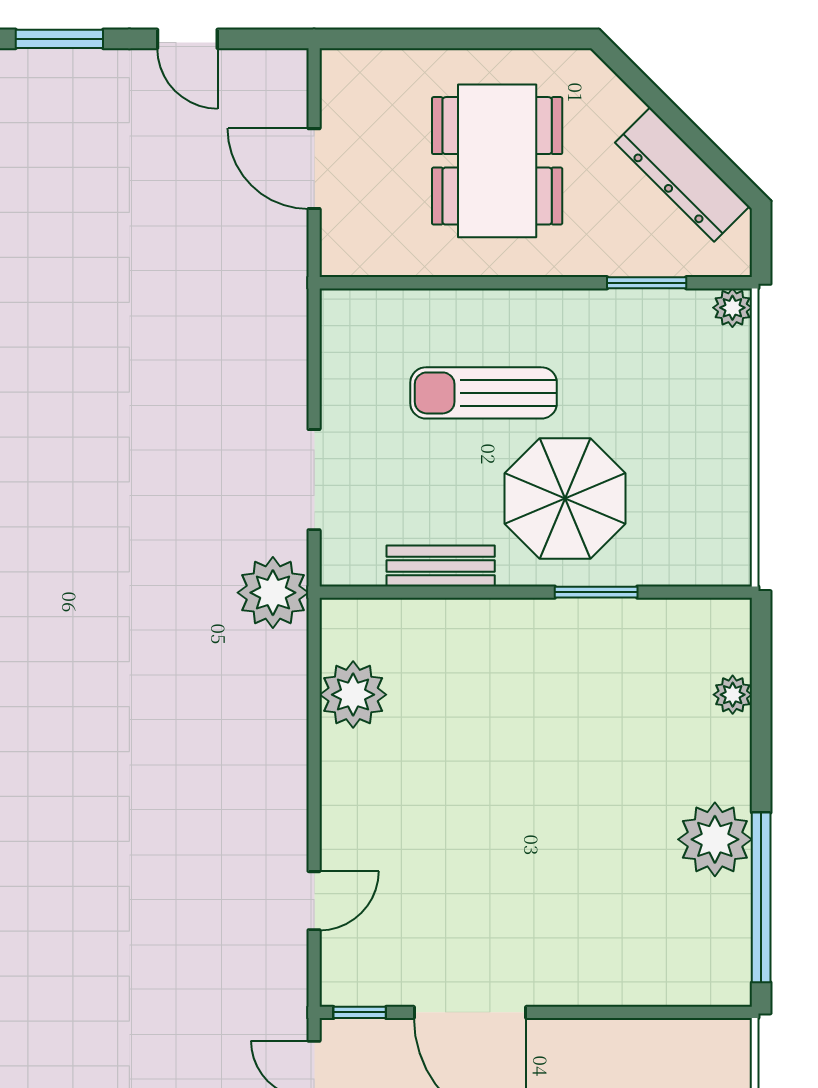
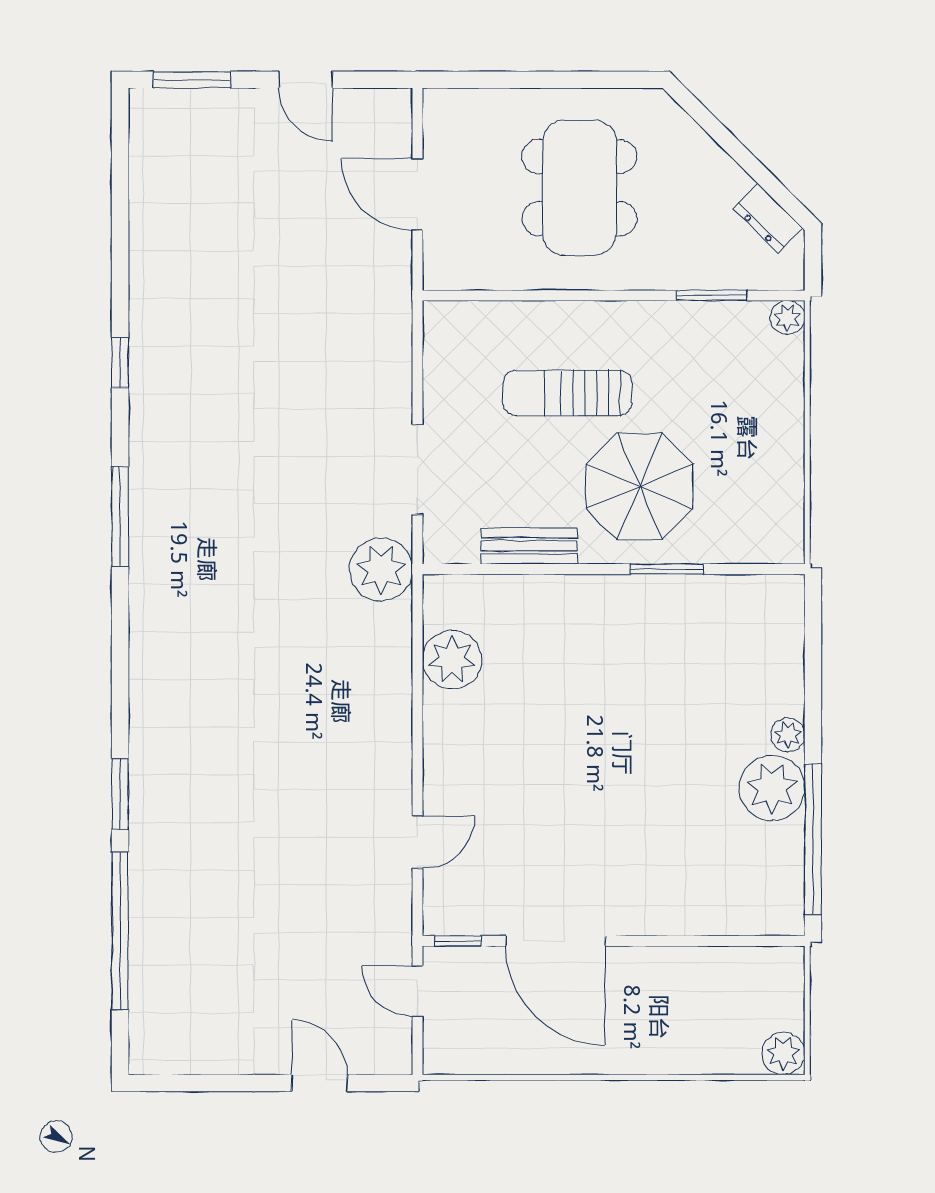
dresser: (682, 175) -> (768, 218), width x0.51, depth x0.80
plant: (733, 695) -> (788, 735), moved

